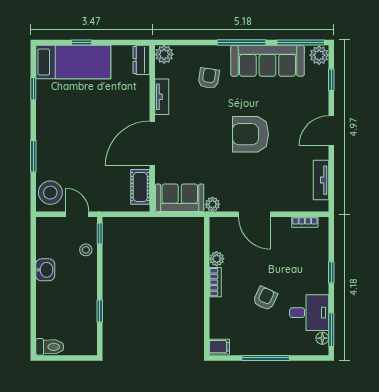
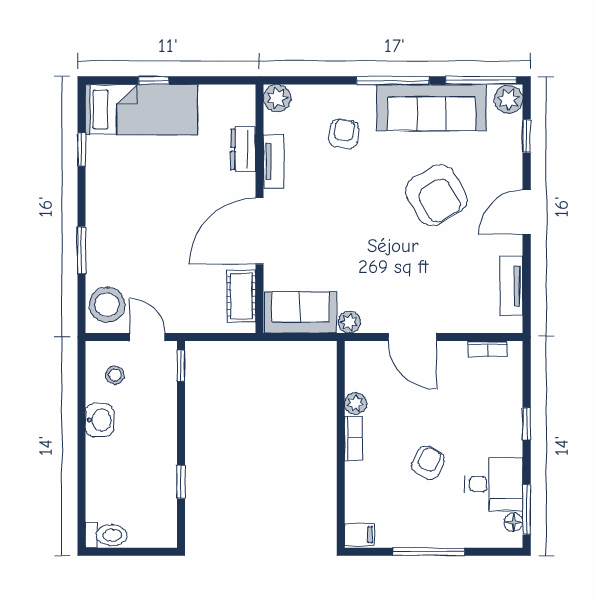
dresser: (141, 60) -> (243, 149), moved
armchair: (250, 134) -> (436, 195), moved, turned -121
stool: (86, 250) -> (115, 375), moved

